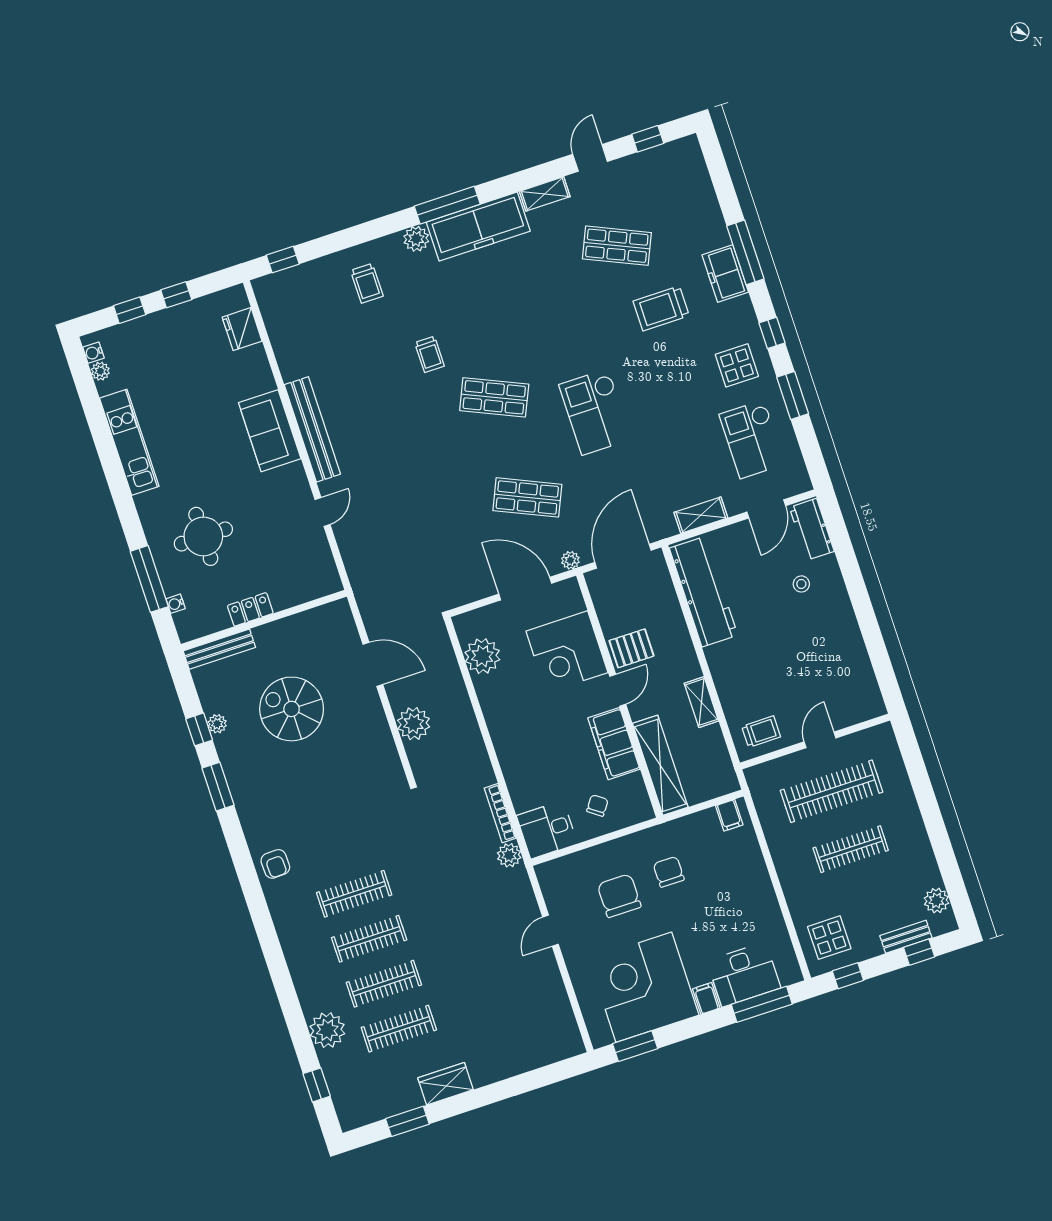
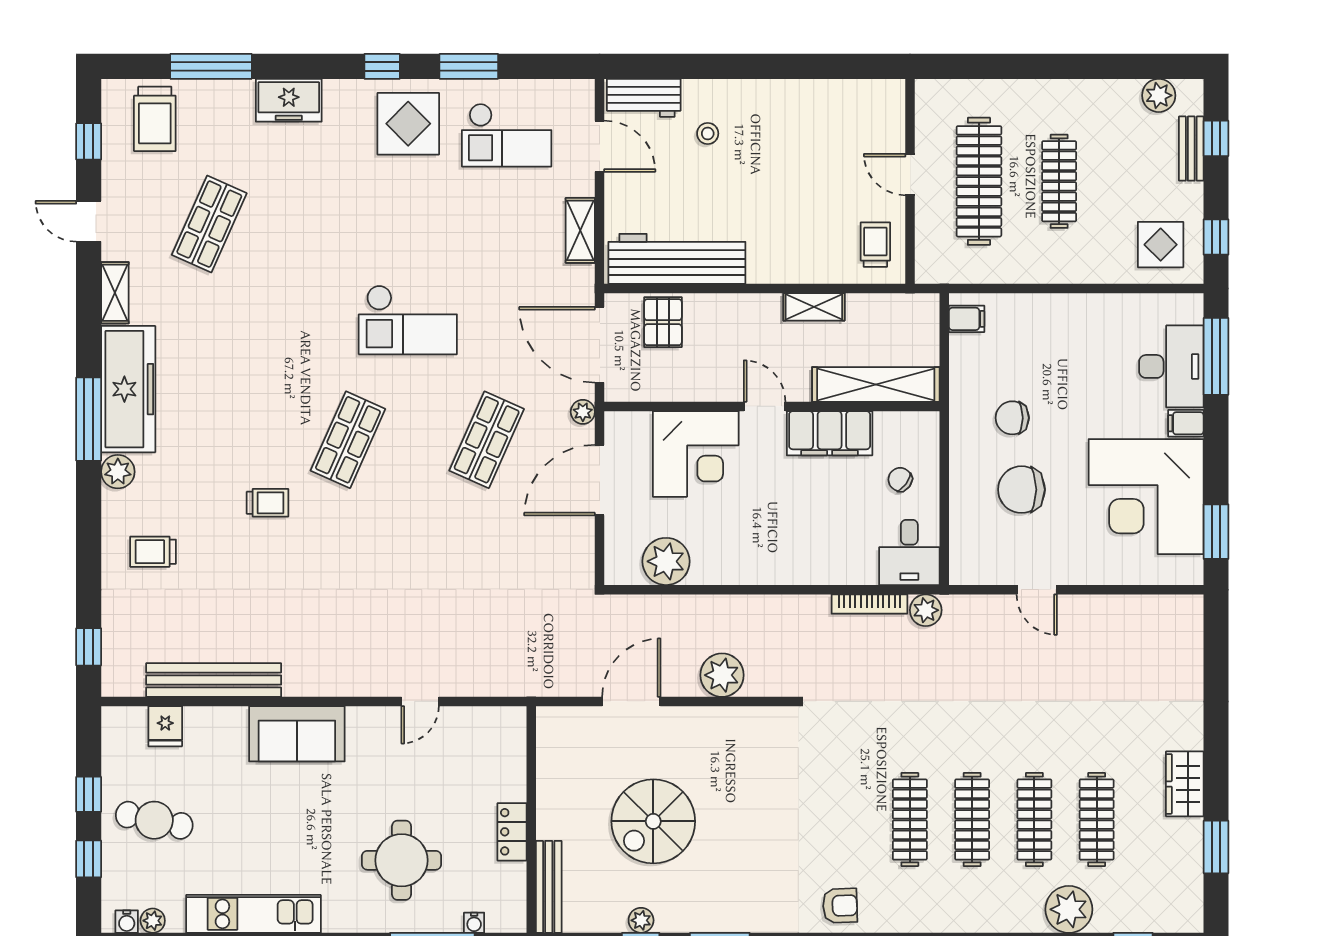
window: (745, 252) -> (211, 66), moved
trolley: (367, 283) -> (153, 552), turned 180
trolley: (661, 308) -> (155, 119), moved
fridge: (242, 329) -> (165, 726), width x0.72
cafe table: (173, 348) -> (154, 820), added
display table: (737, 365) -> (408, 124), width x1.36, depth x1.36
bench: (312, 429) -> (214, 680), moved
door: (322, 512) -> (420, 701), swing flipped
pallet: (631, 648) -> (663, 322), moved

